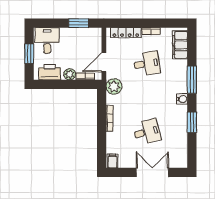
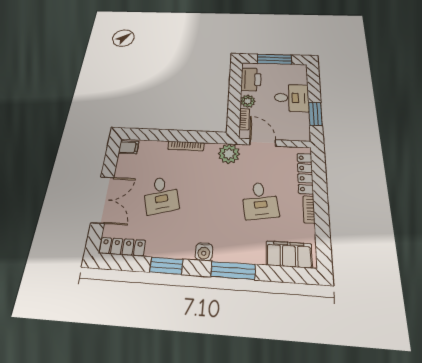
desk: (47, 41) -> (292, 98), moved
window: (29, 54) -> (274, 59), width x1.44
locker: (182, 153) -> (122, 247), added

